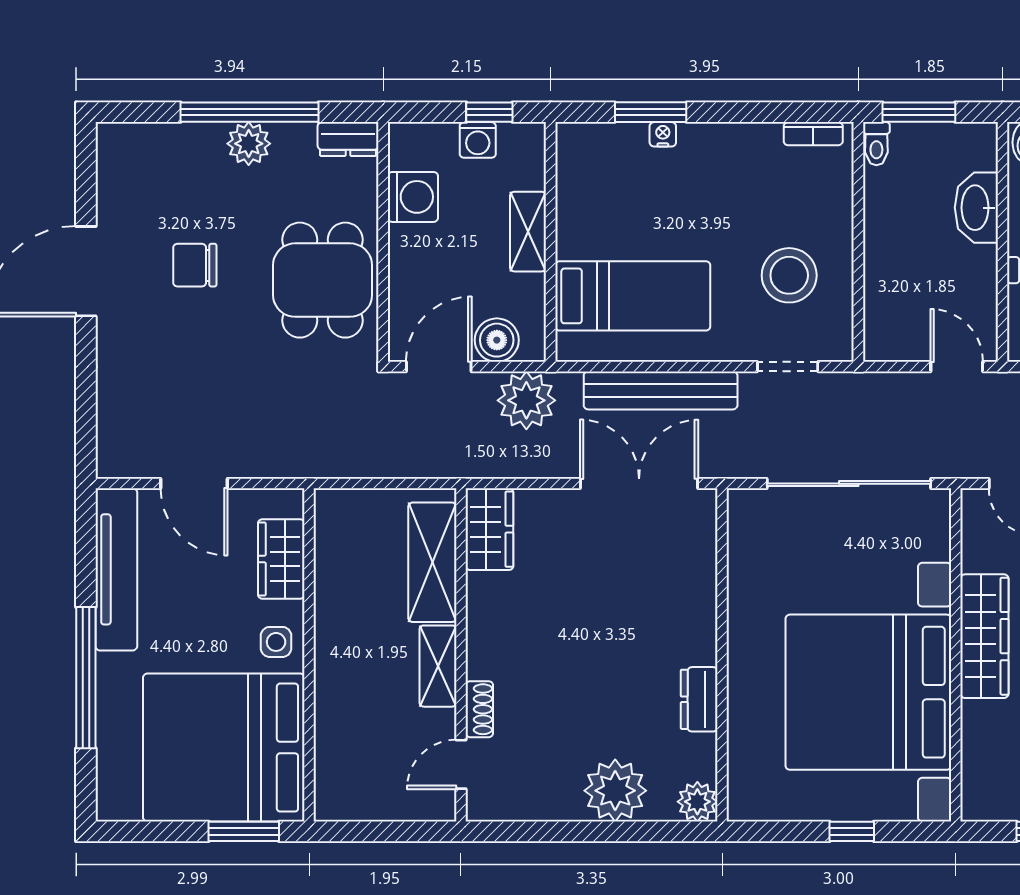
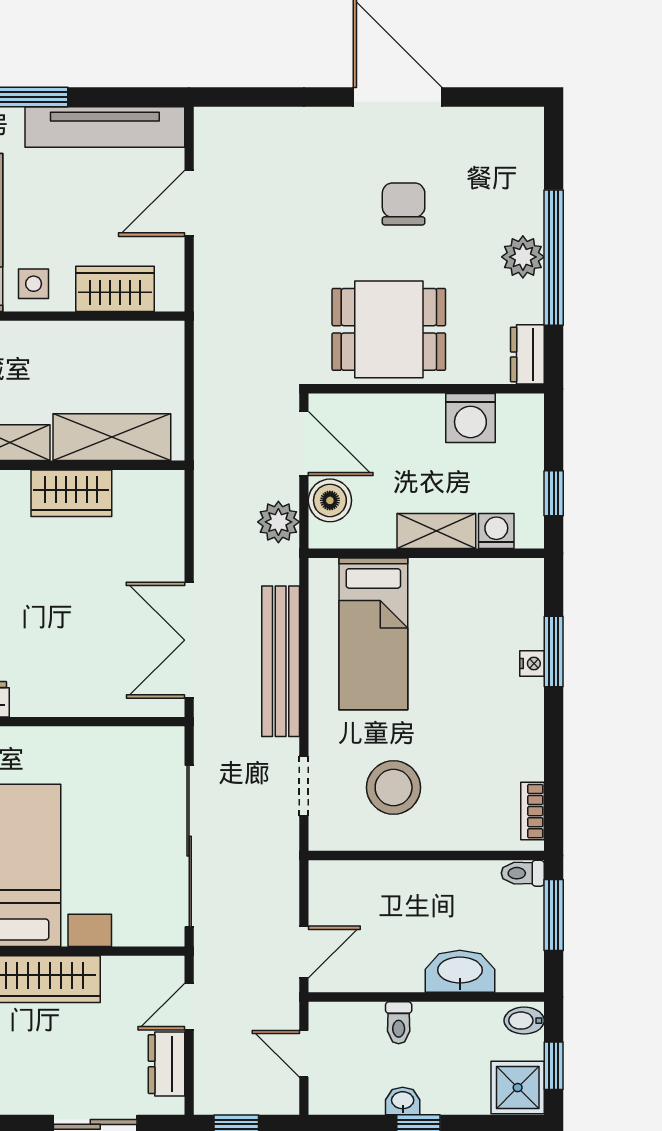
washing machine: (478, 140) -> (496, 531), moved, turned 90
plant: (526, 400) -> (278, 522), width x0.73, depth x0.73
double door: (639, 484) -> (189, 640), swing flipped
wardrobe: (489, 529) -> (71, 493), moved

